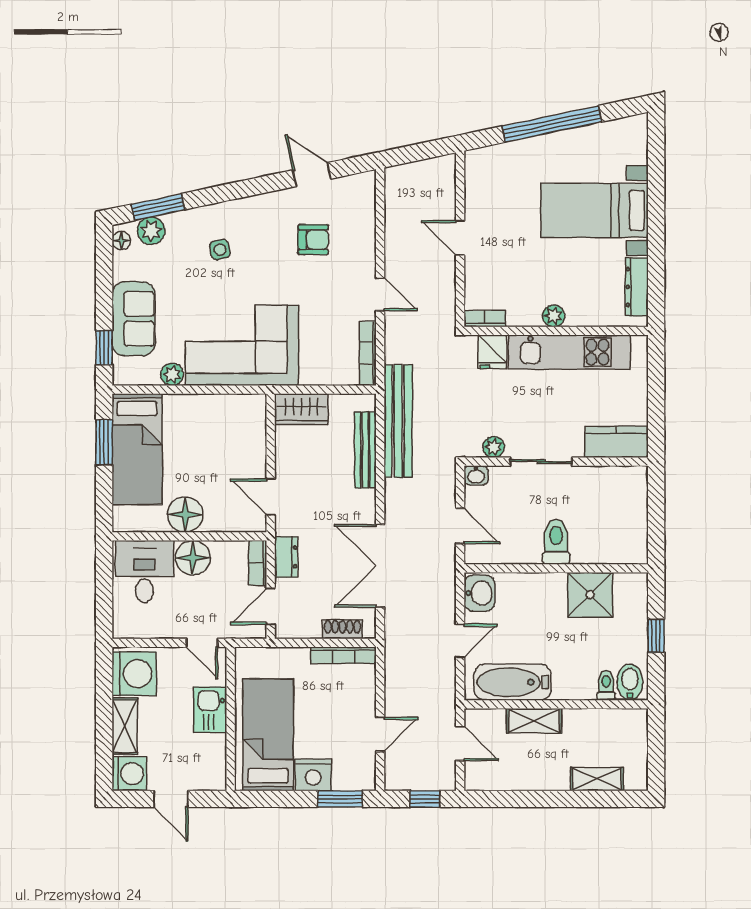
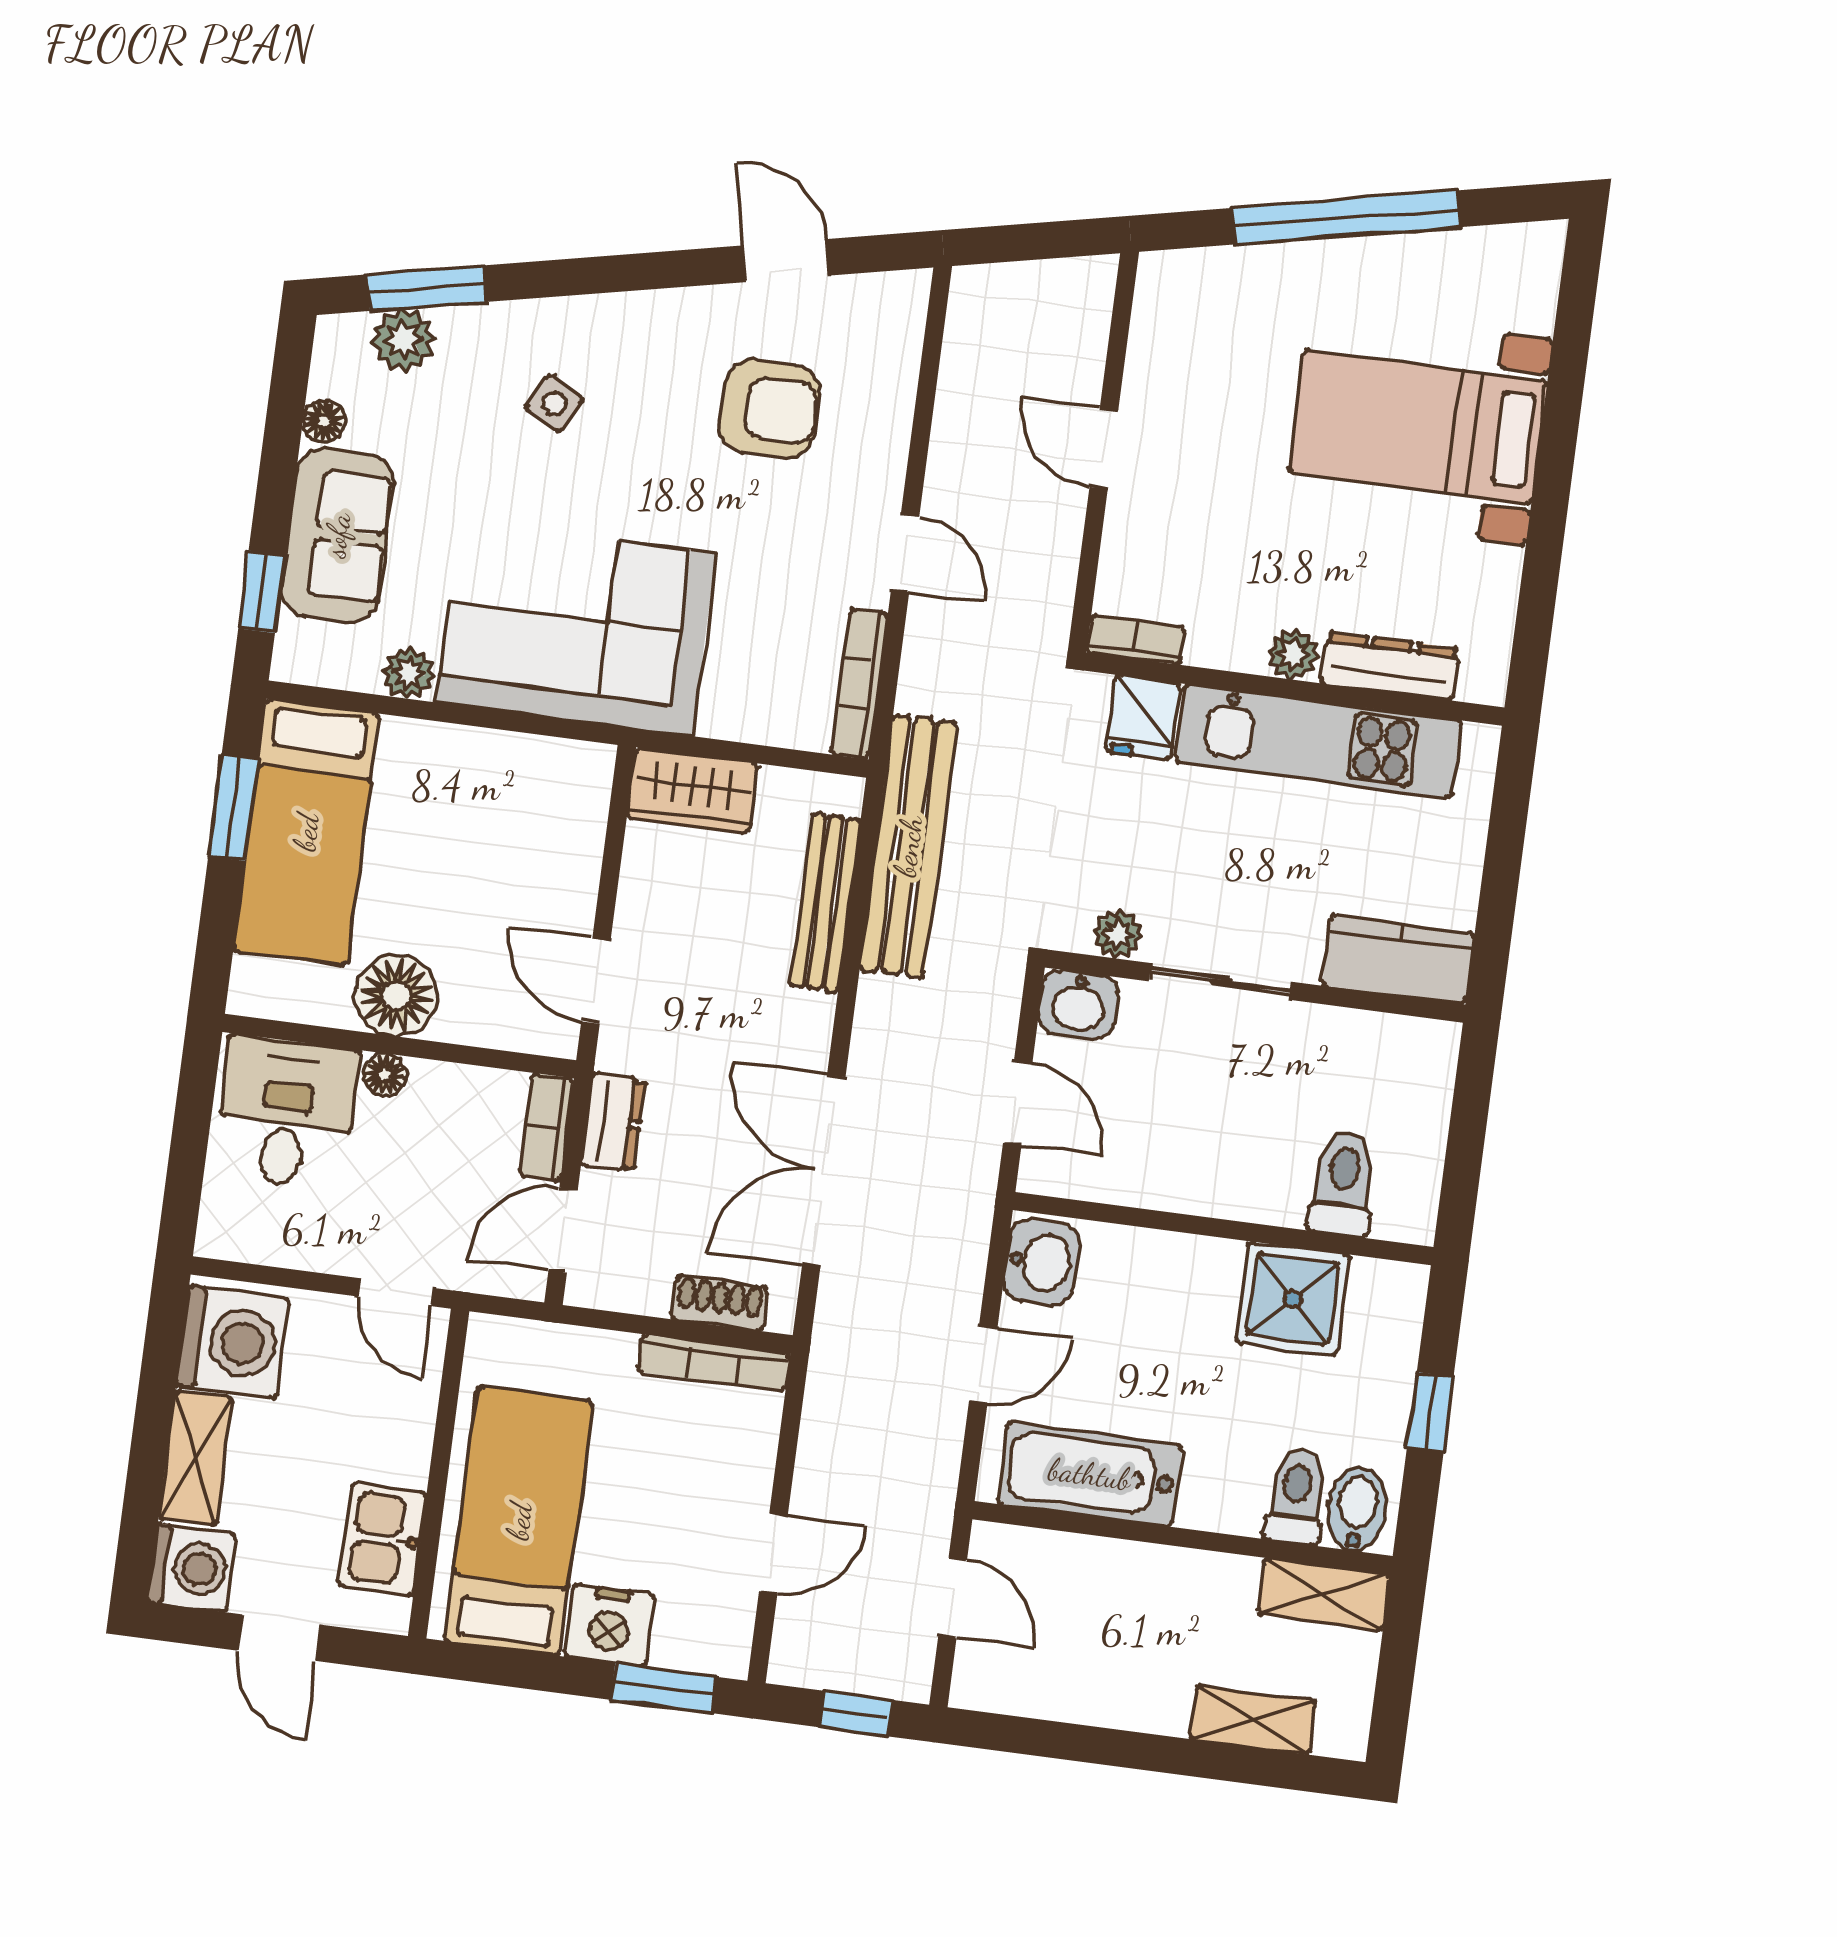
armchair: (313, 240) -> (769, 409), width x1.38, depth x1.38
floor lamp: (121, 241) -> (324, 421), moved
side table: (220, 250) -> (554, 403), turned 38
dresser: (637, 287) -> (1390, 666), moved, turned 90
washbasin: (476, 475) -> (1078, 1004), width x1.38, depth x1.45
toilet: (556, 542) -> (1343, 1183), moved
floor lamp: (193, 558) -> (385, 1075), width x0.53, depth x0.53
toilet: (606, 686) -> (1296, 1496), width x1.37, depth x1.39
kitchen sink: (210, 710) -> (383, 1539), moved
shelving: (534, 721) -> (1324, 1594), moved

